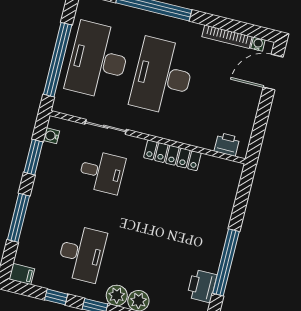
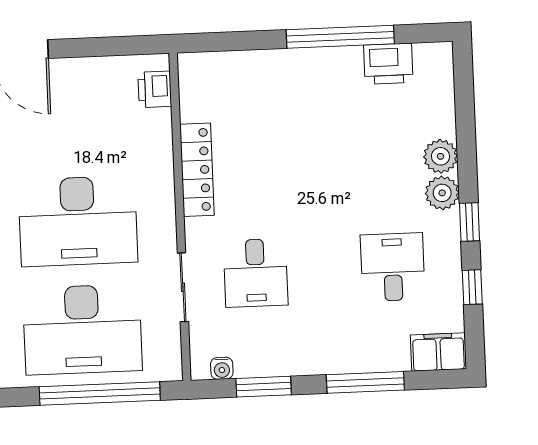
desk: (102, 172) -> (256, 273), turned 180
desk: (82, 254) -> (393, 267), width x0.73
filing cabinet: (22, 274) -> (438, 352), width x2.00

